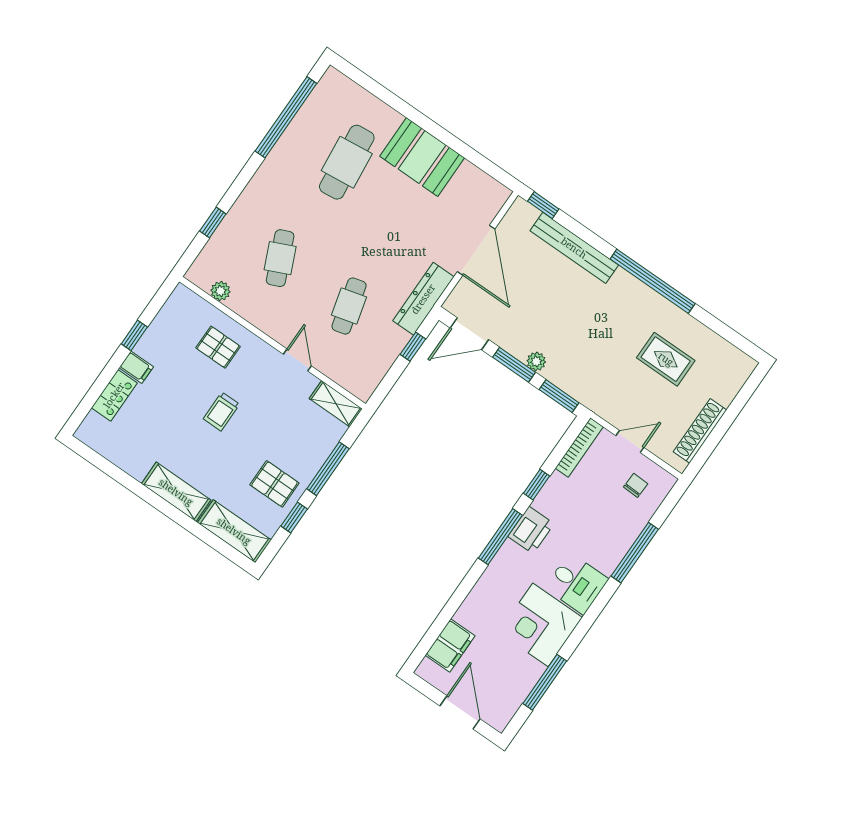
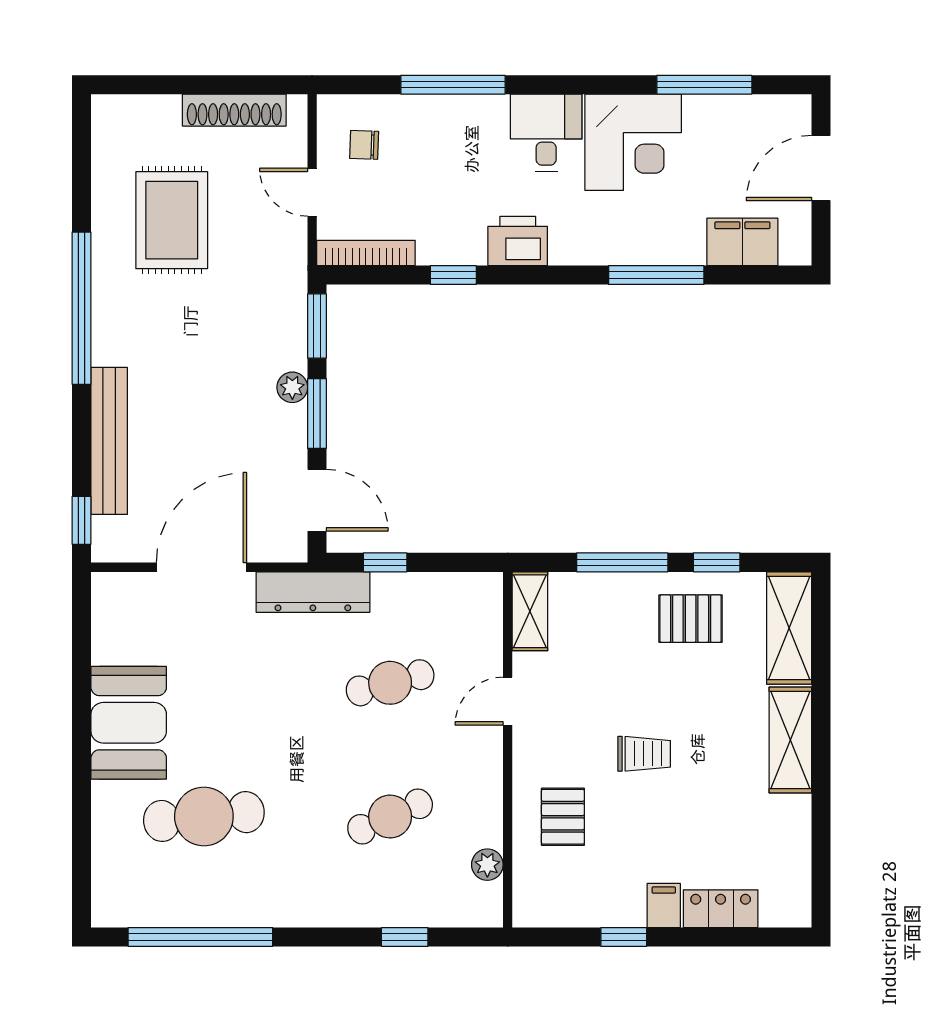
rug: (666, 359) -> (172, 220), width x1.36, depth x1.43
pallet: (274, 484) -> (691, 619), turned 90
window: (500, 537) -> (656, 275), moved

